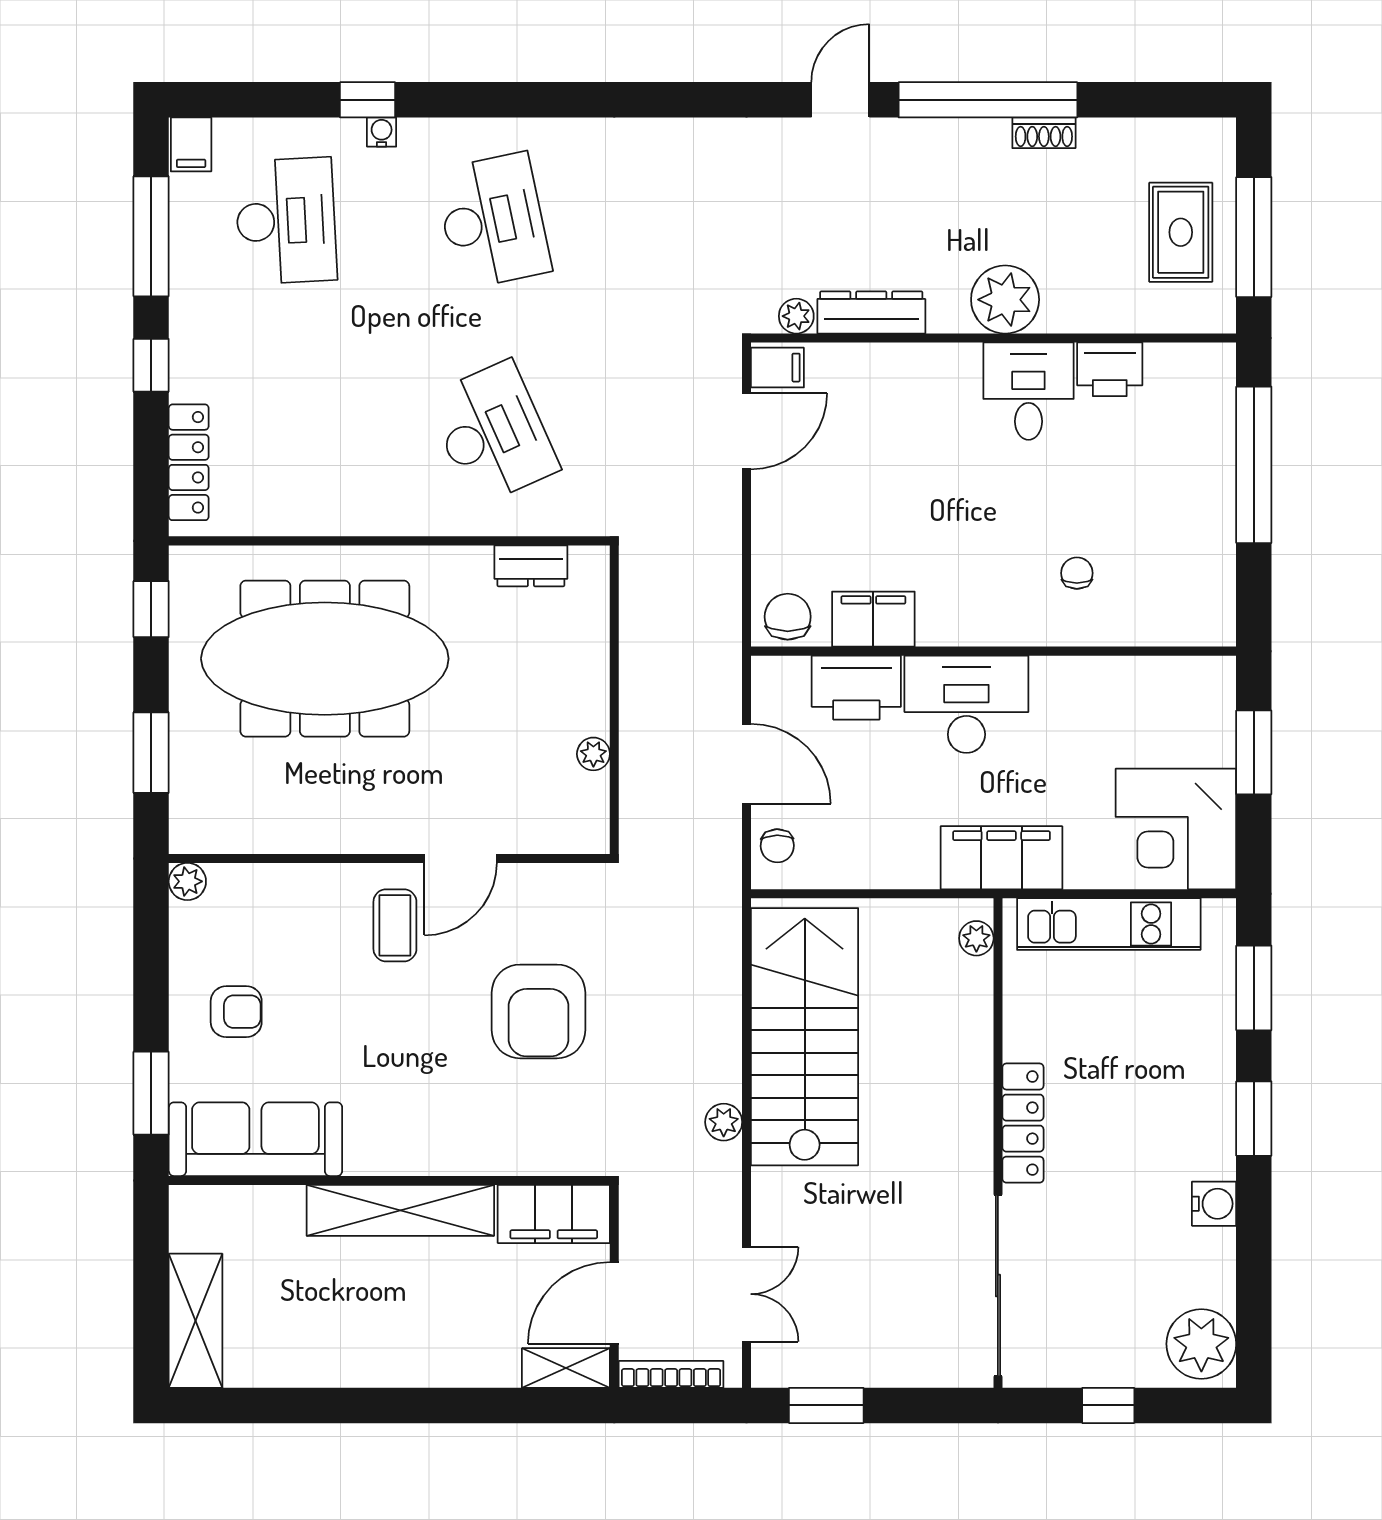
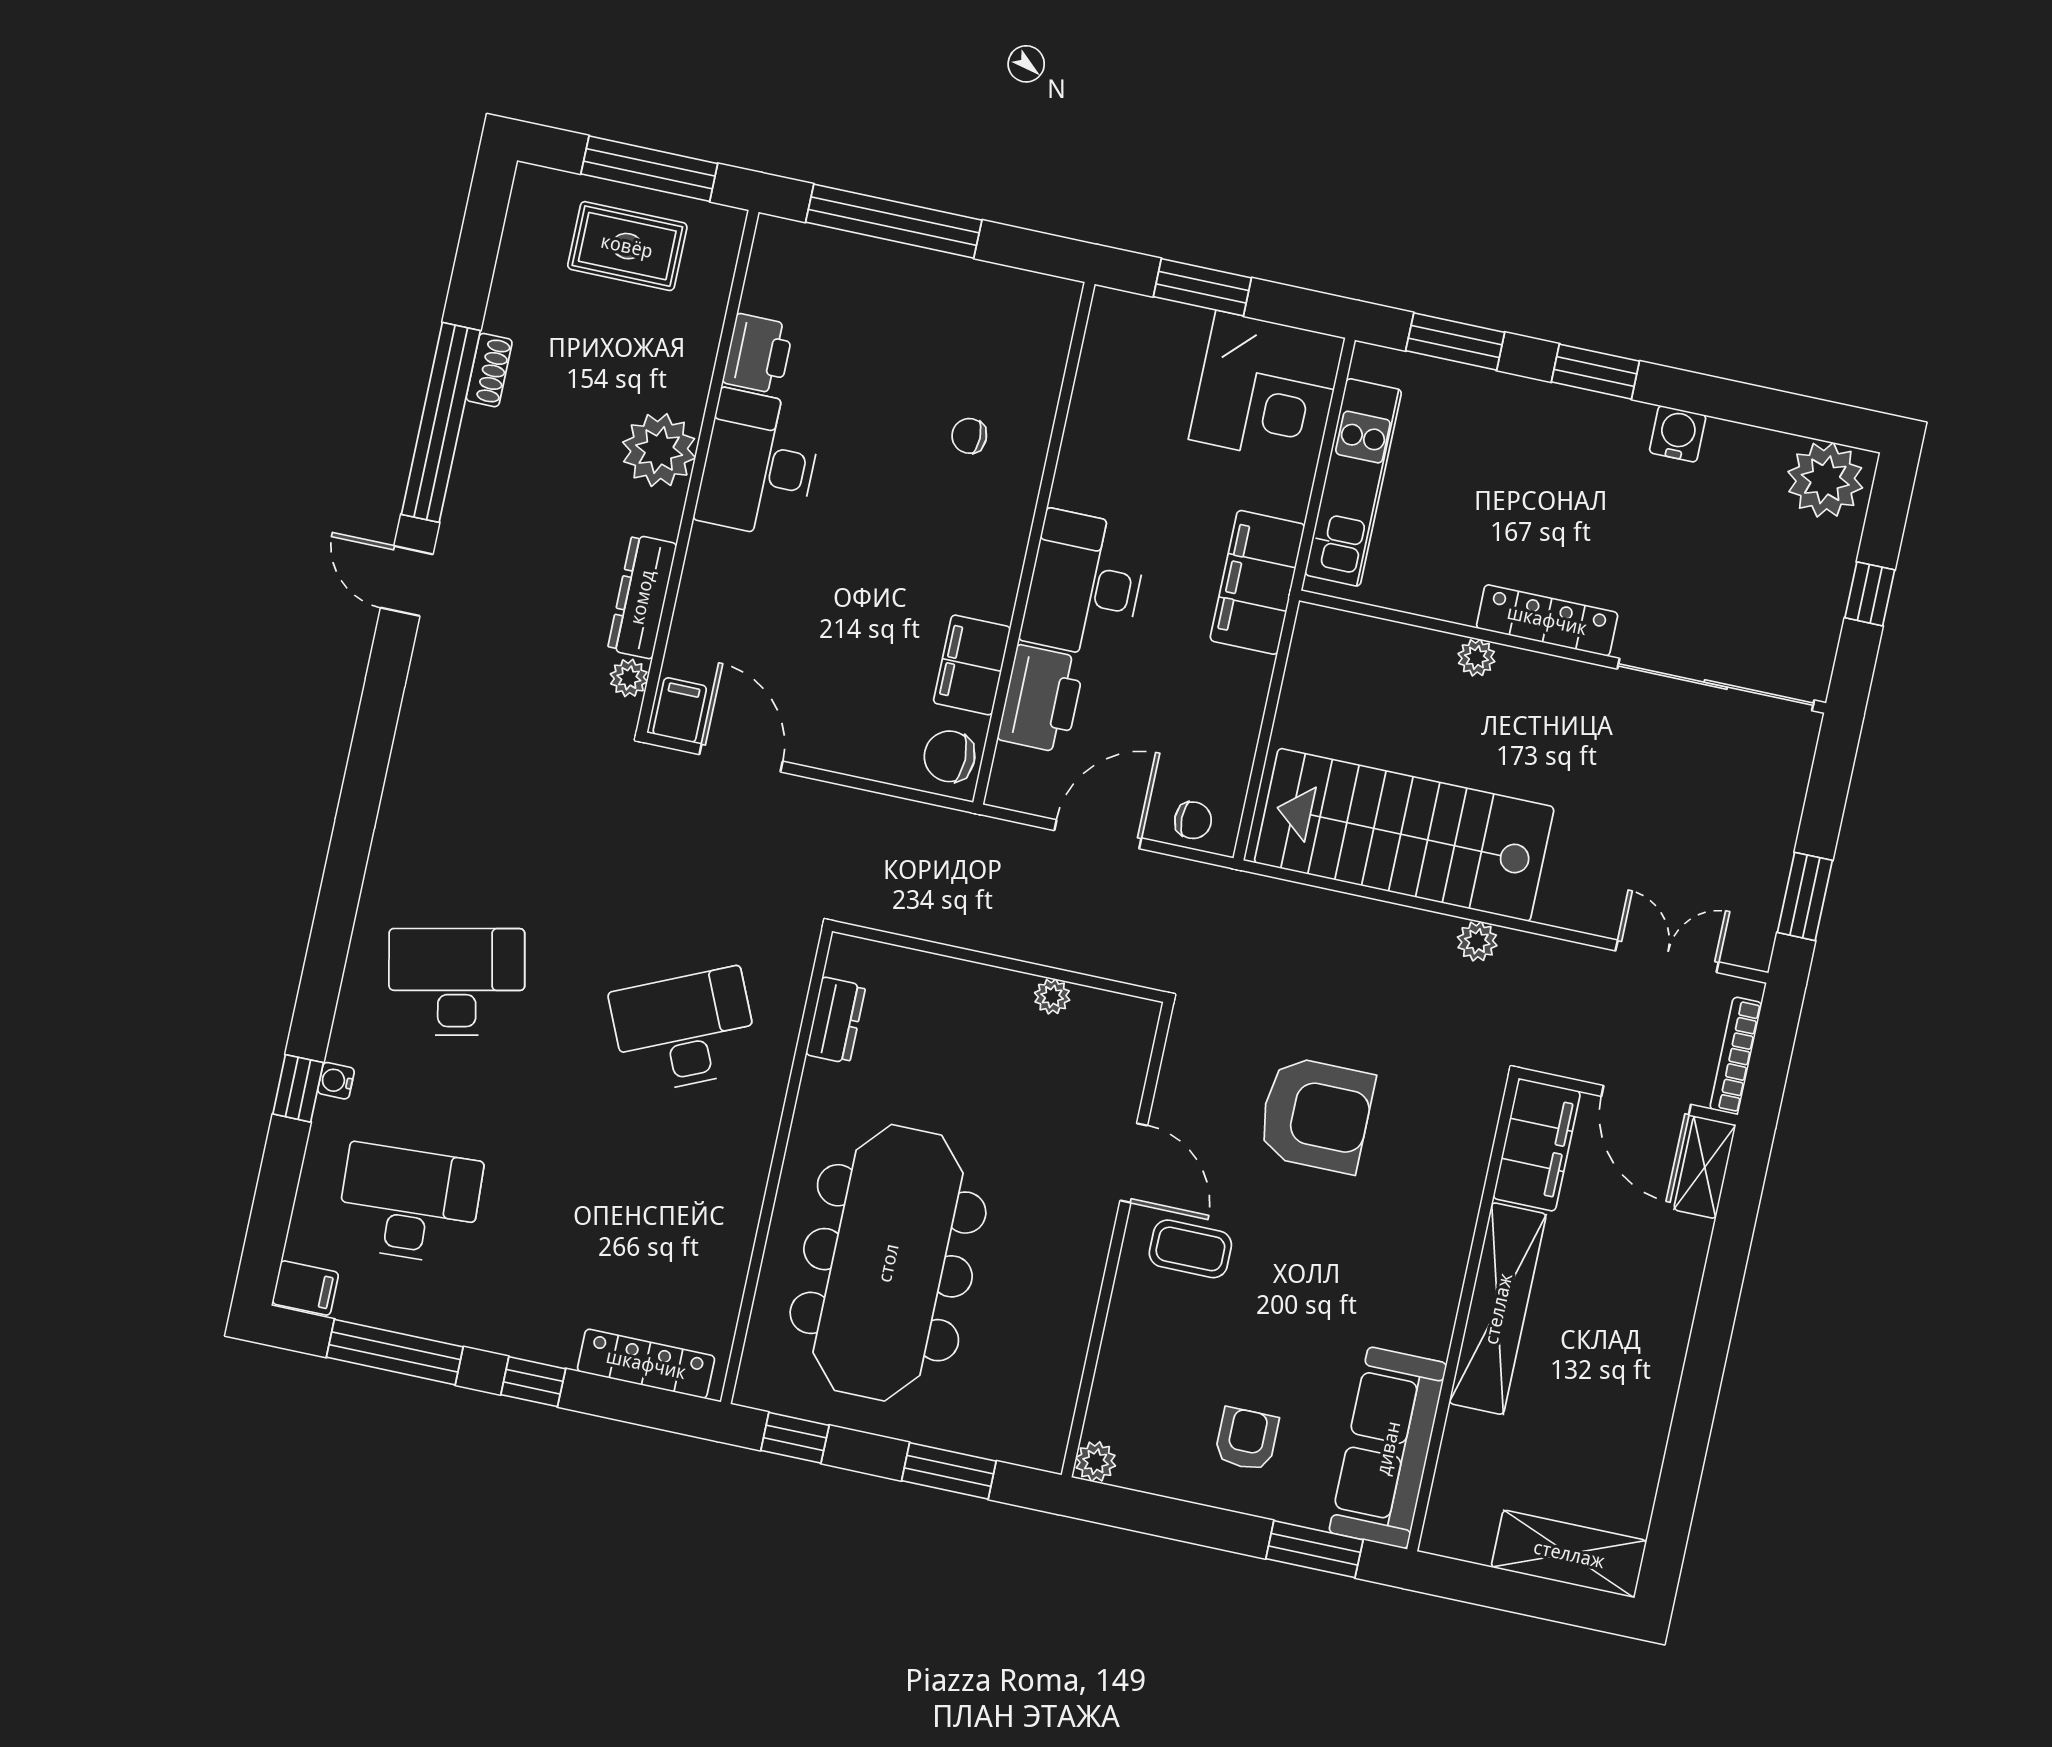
desk: (1028, 391) -> (759, 464), width x1.37
plant: (976, 938) -> (1476, 658), moved

